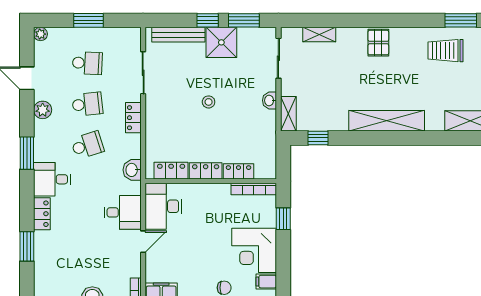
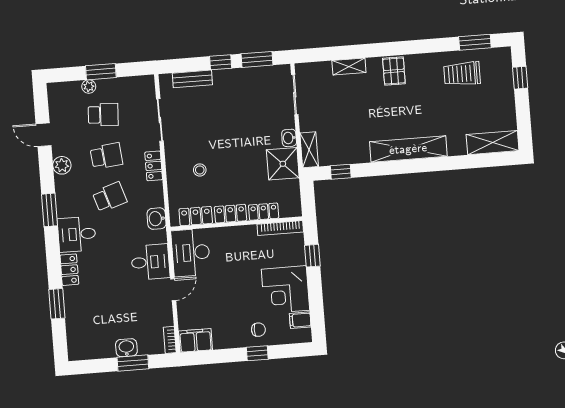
plant: (41, 34) -> (89, 86), moved
bench: (178, 35) -> (192, 79), width x0.73
shelving: (319, 35) -> (349, 67), moved
shower: (221, 42) -> (283, 164), moved
stool: (209, 102) -> (200, 170), moved

